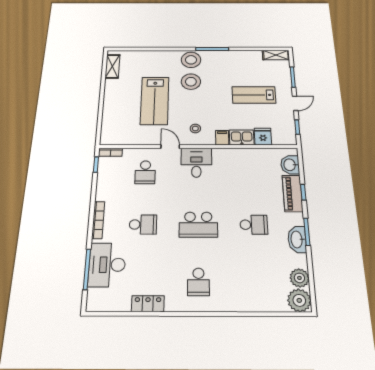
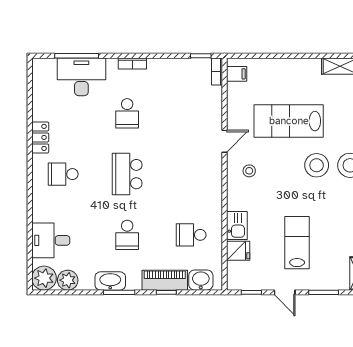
filing cabinet: (222, 138) -> (237, 74), moved
desk: (196, 163) -> (51, 240), moved, turned 180
school desk: (145, 172) -> (191, 235), moved
bookcase: (98, 220) -> (132, 64), width x0.64
locker: (148, 304) -> (40, 137), moved

